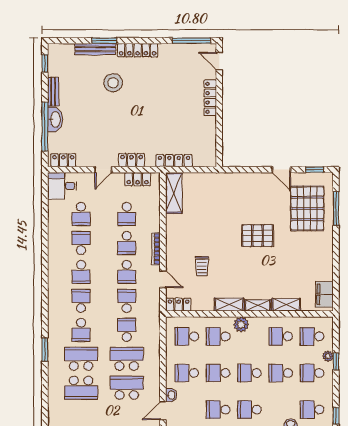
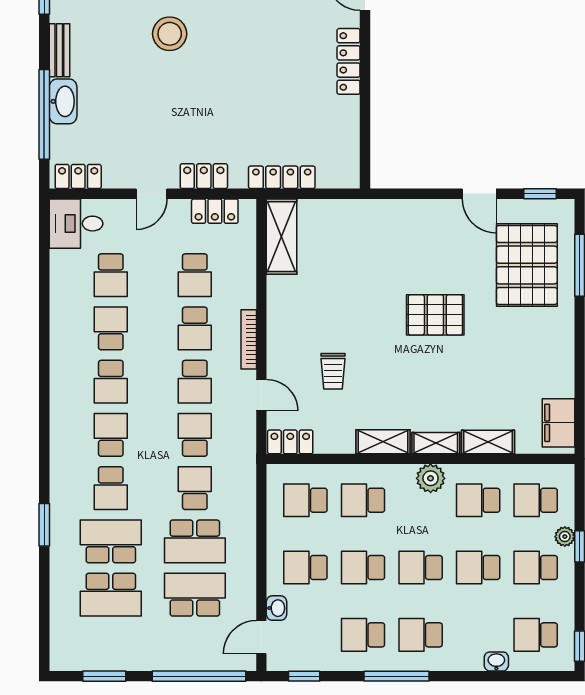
plant: (241, 324) -> (431, 478), moved
school desk: (127, 359) -> (195, 541), turned 180

